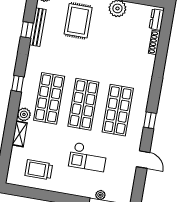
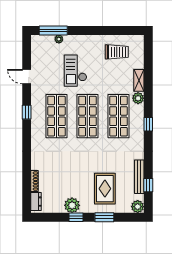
window: (27, 30) -> (148, 185), moved
checkout: (88, 157) -> (75, 71), turned -90

